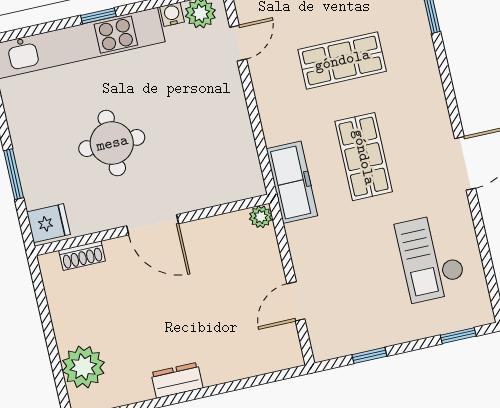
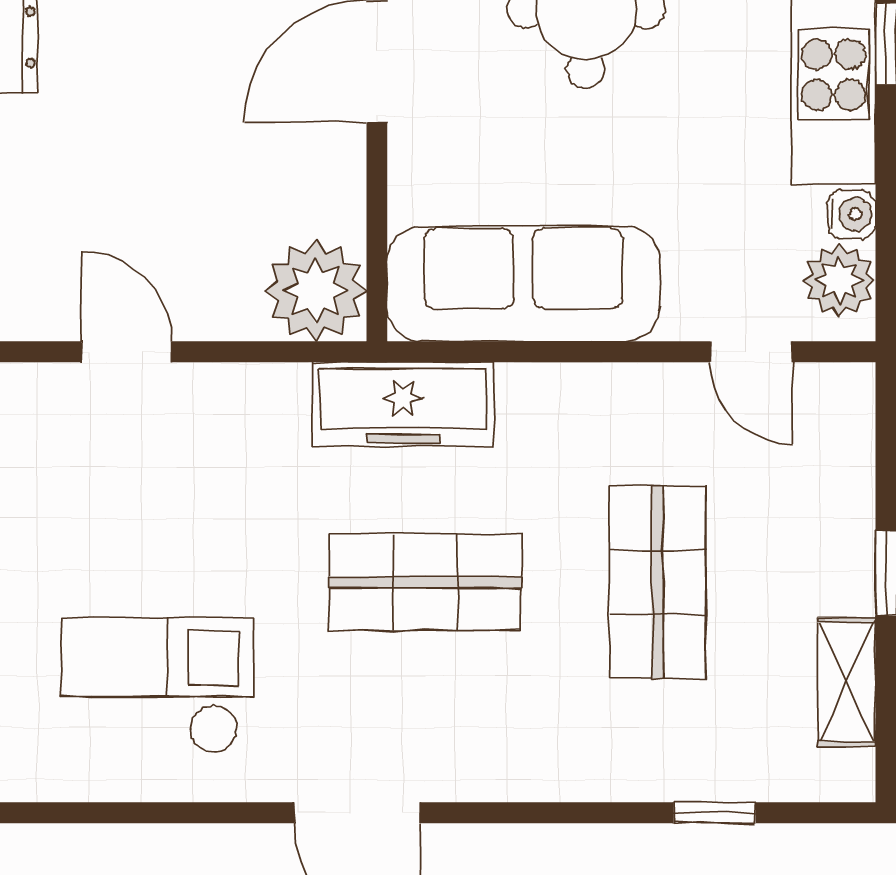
sofa: (231, 144) -> (523, 284), added
plant: (261, 217) -> (316, 291), width x1.88, depth x1.88

